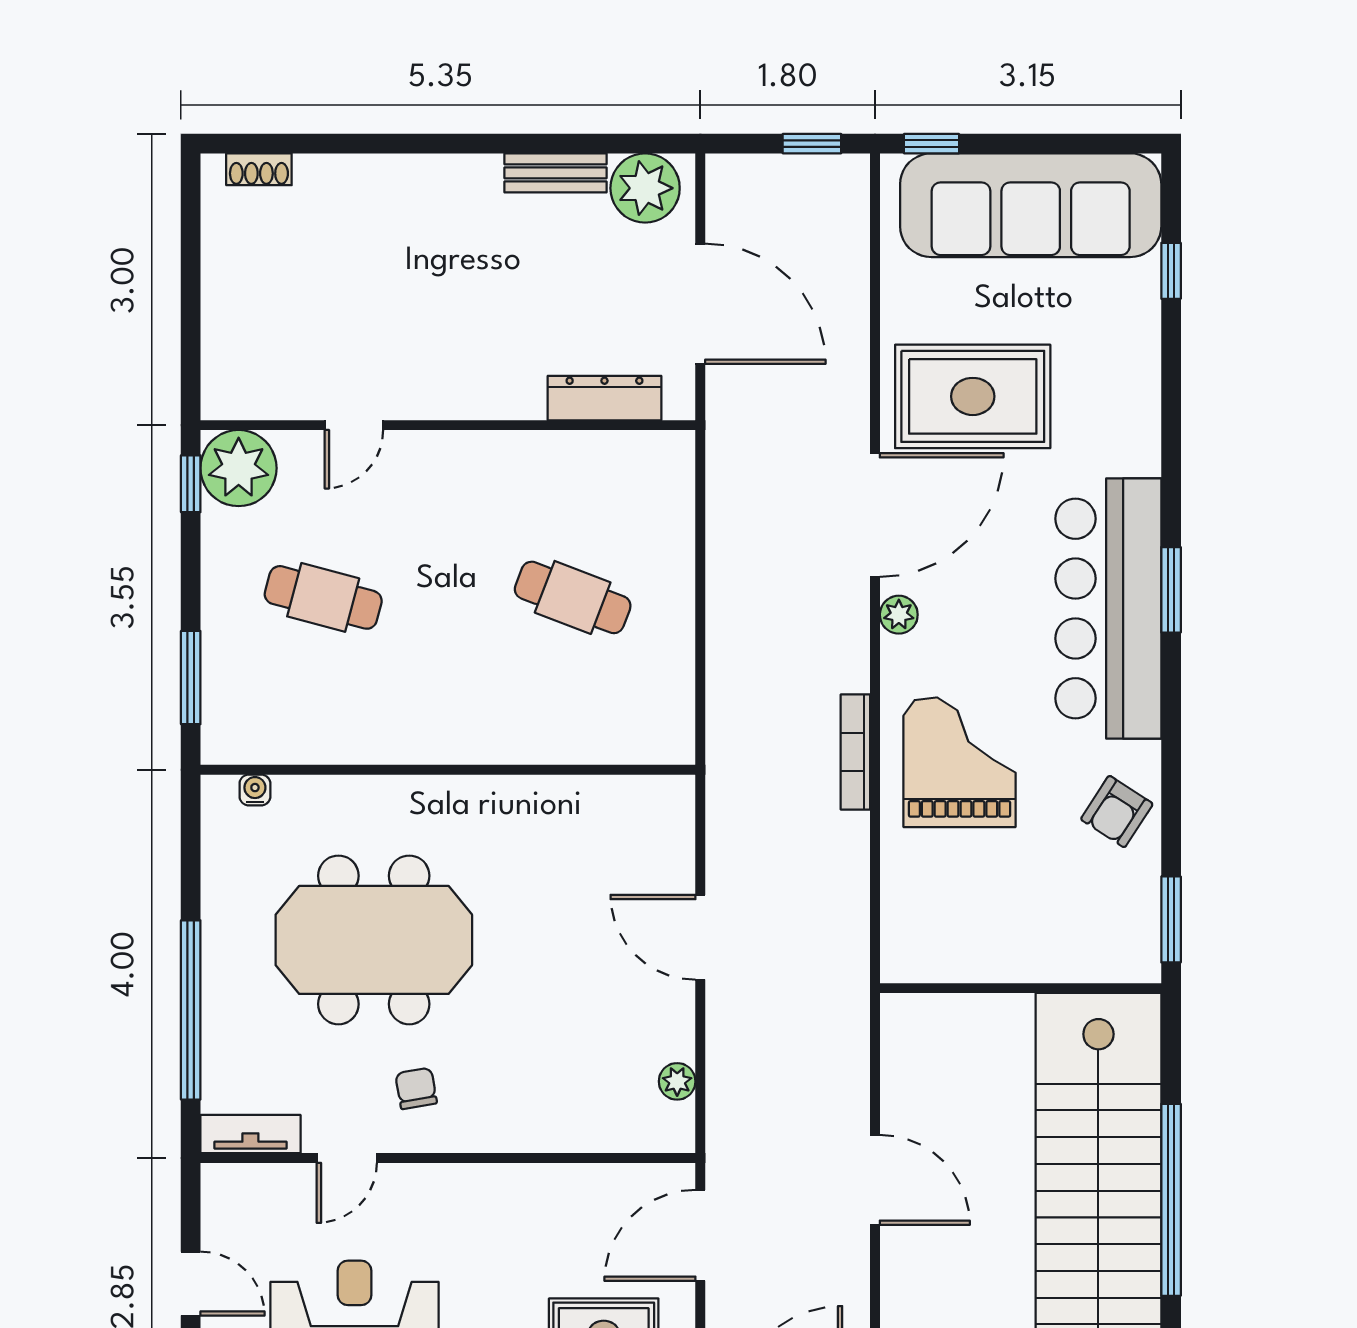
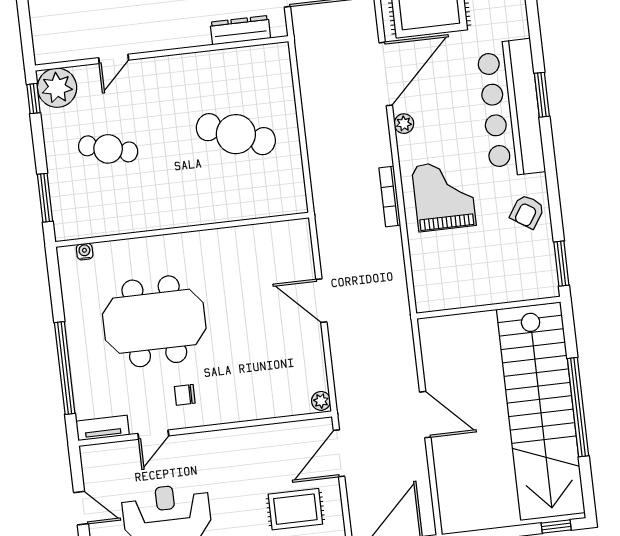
cafe table: (573, 597) -> (236, 134), width x1.37, depth x1.35
plant: (677, 1081) -> (321, 401), moved
chair: (416, 1088) -> (185, 395), turned -80

